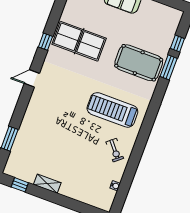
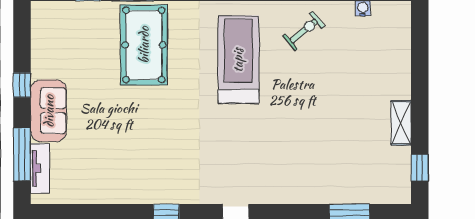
table tennis table: (79, 41) -> (145, 157), removed
treadmill: (112, 110) -> (238, 60), turned 180

